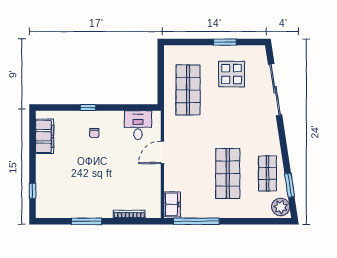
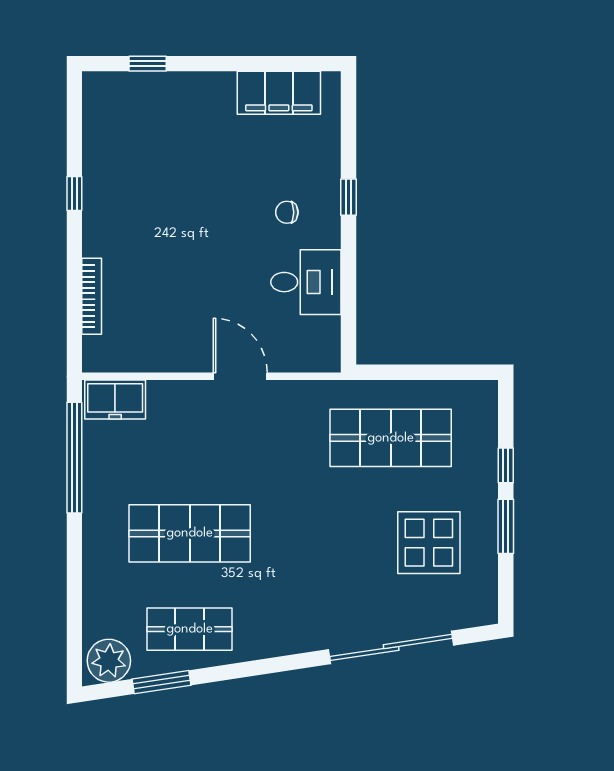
window: (199, 42) -> (506, 465), added
desk: (138, 125) -> (306, 282), moved
window: (87, 221) -> (74, 194), width x0.46

